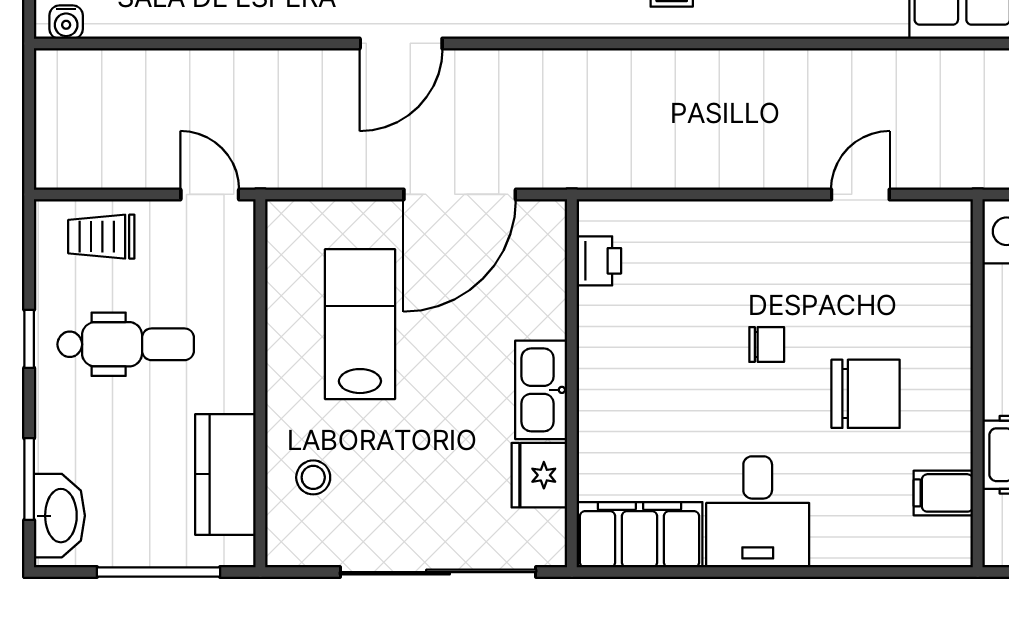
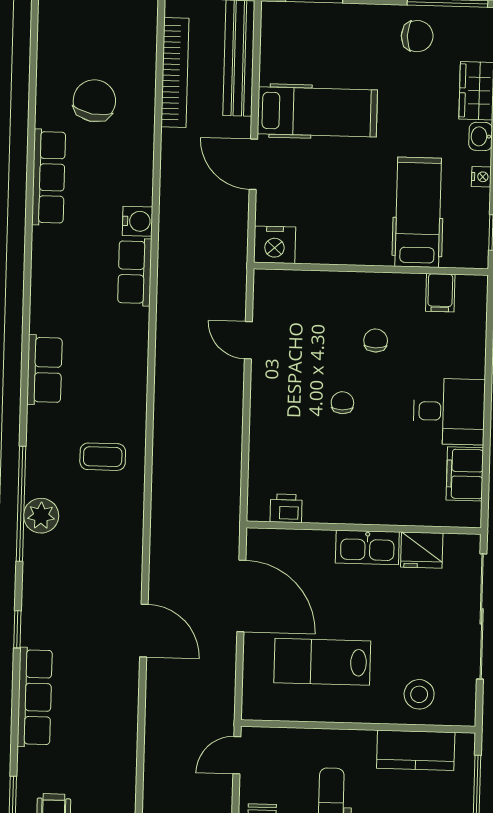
chair: (866, 394) -> (376, 341), width x0.54, depth x0.54
stool: (313, 477) -> (419, 694), width x1.37, depth x1.37
filing cabinet: (640, 535) -> (465, 474), width x0.67, depth x0.86

